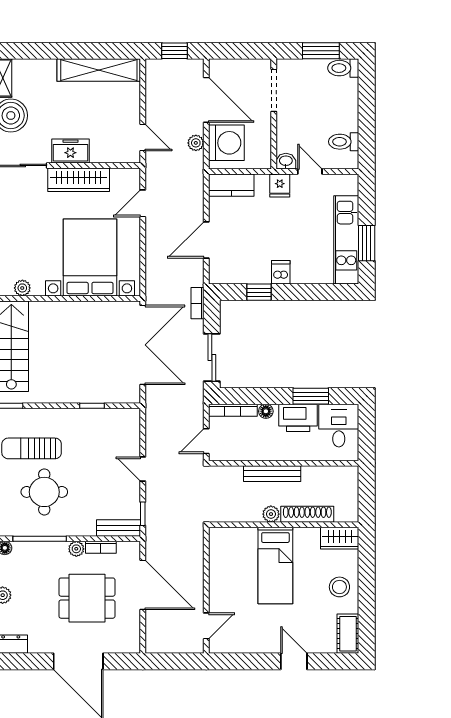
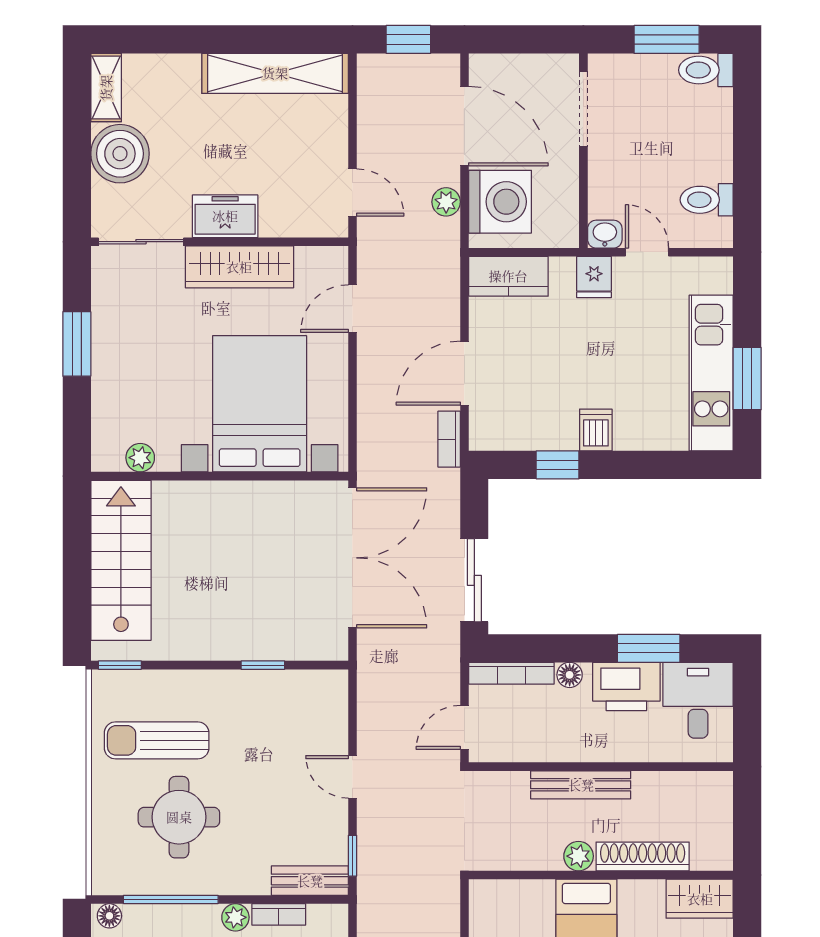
bookcase: (198, 303) -> (449, 439), moved

